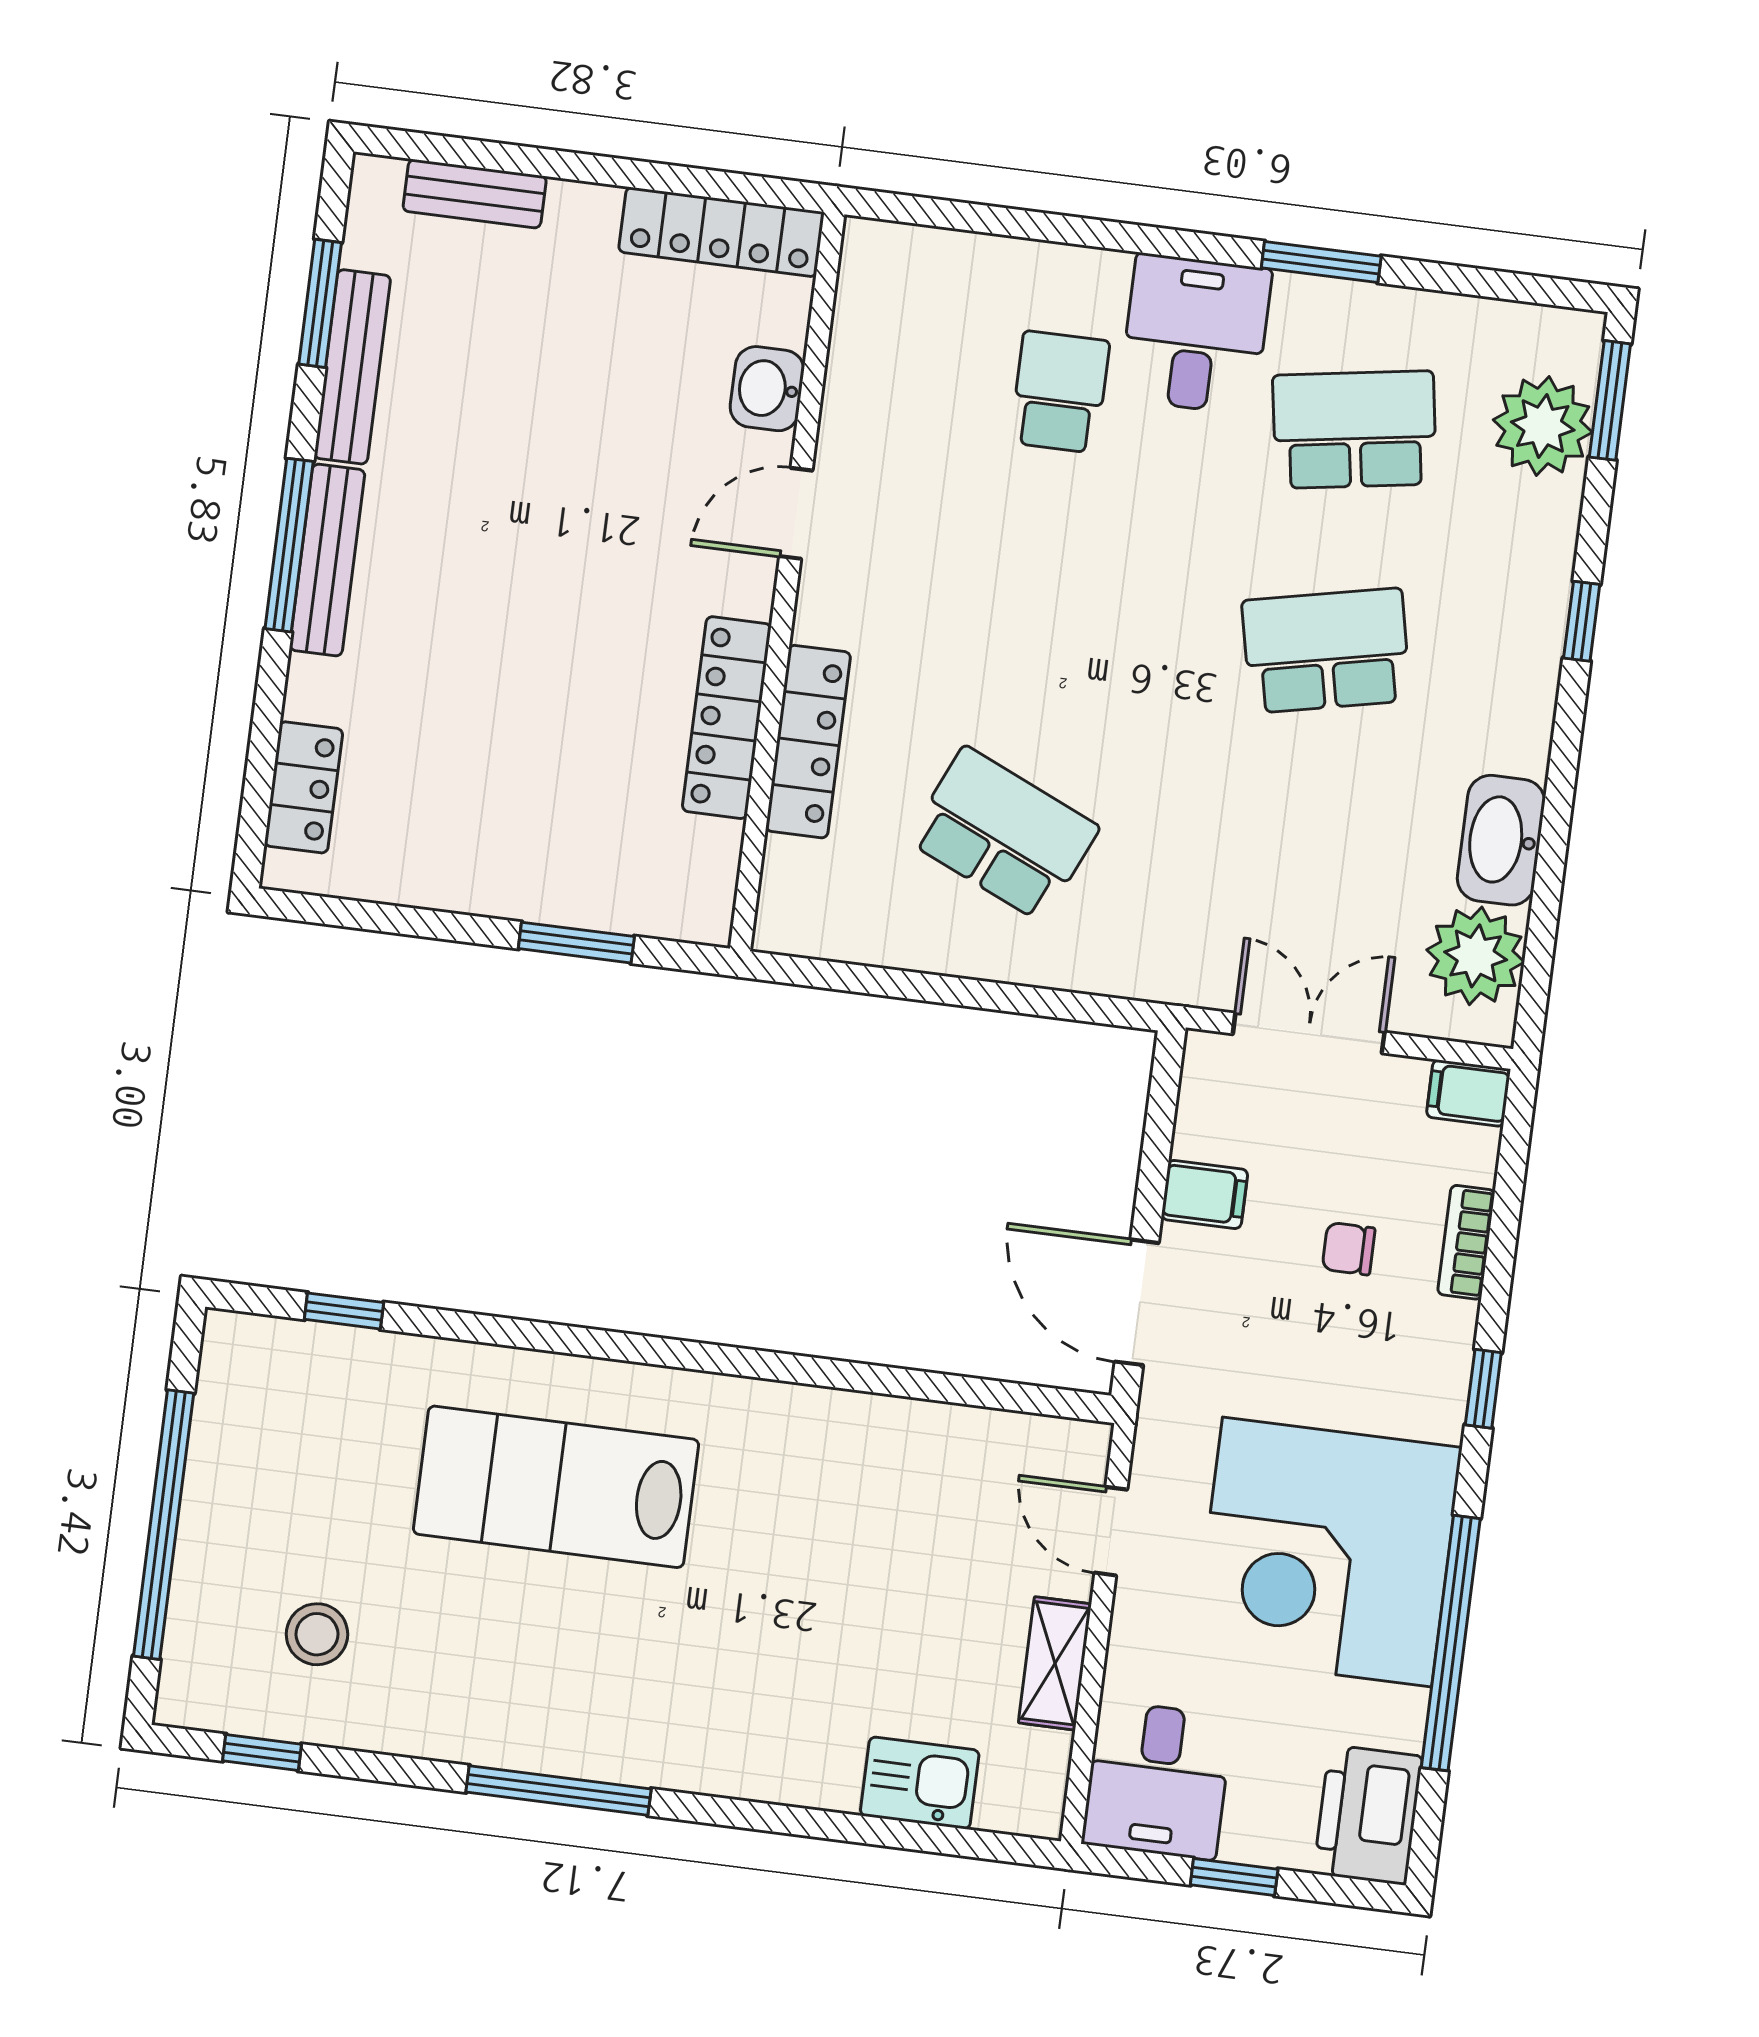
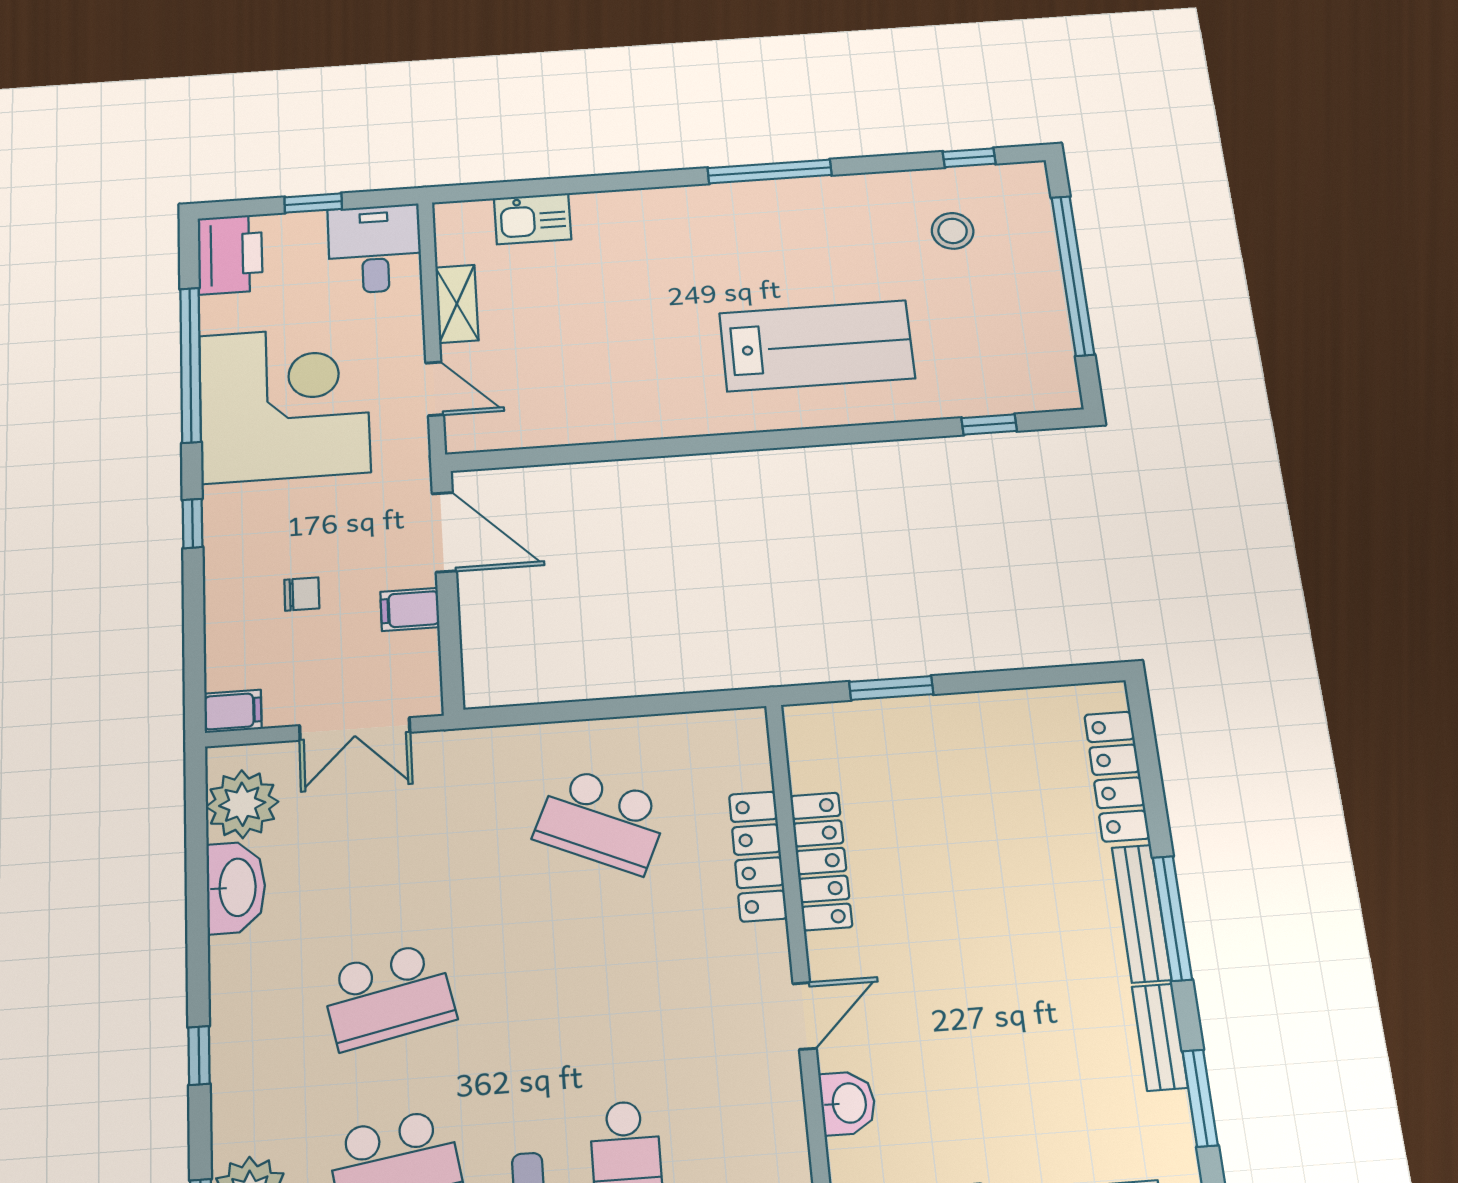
bench: (352, 367) -> (1160, 1037), width x0.73
locker: (304, 787) -> (1117, 776), width x1.53
bookcase: (1466, 1242) -> (219, 614), removed

